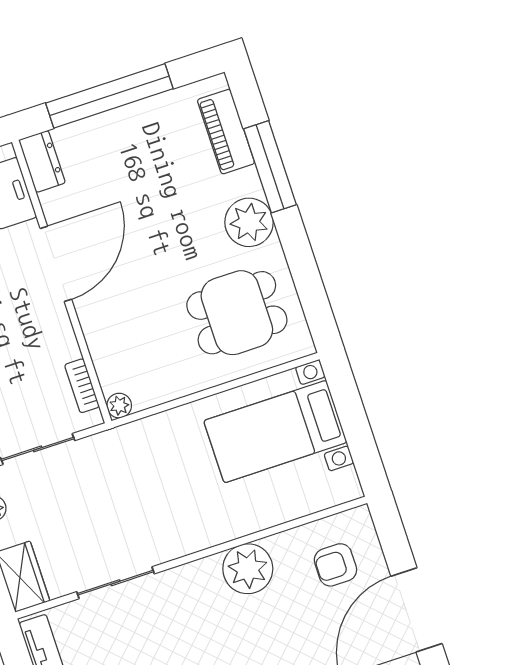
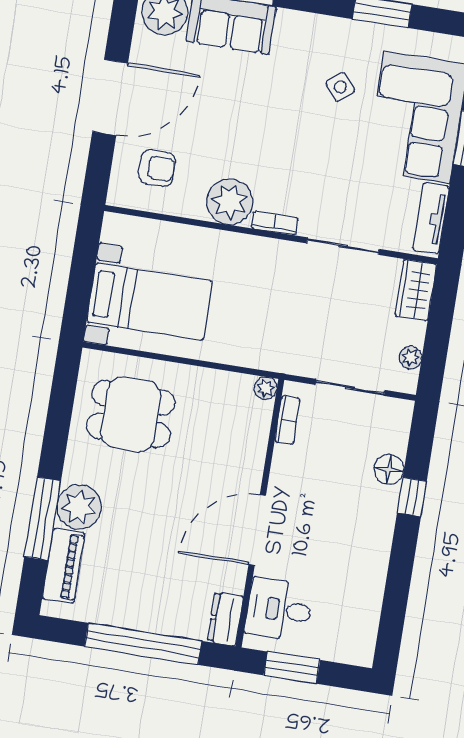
plant: (249, 222) -> (79, 507), moved
bookcase: (193, 571) -> (275, 223), added

